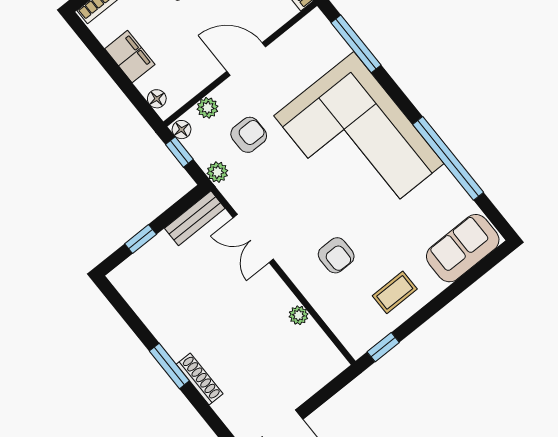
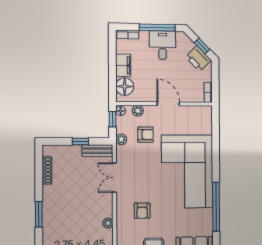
window: (356, 44) -> (216, 133), removed
floor lamp: (157, 99) -> (125, 87), width x1.89, depth x1.89
window: (141, 239) -> (80, 141), moved
window: (169, 366) -> (39, 214), moved
shoe rack: (200, 379) -> (47, 170), moved

